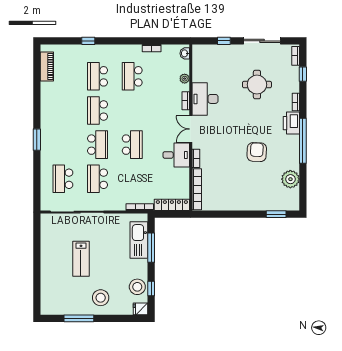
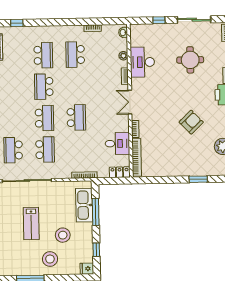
window: (88, 41) -> (17, 23), moved
school desk: (98, 76) -> (43, 55), turned 180
desk: (205, 99) -> (142, 62), moved
armchair: (257, 152) -> (191, 122), turned 43
desk: (176, 155) -> (117, 143), moved
school desk: (98, 179) -> (45, 149), turned 180
locker: (172, 205) -> (119, 172), width x0.66
window: (276, 214) -> (198, 179), moved
stool: (137, 287) -> (63, 235), moved

